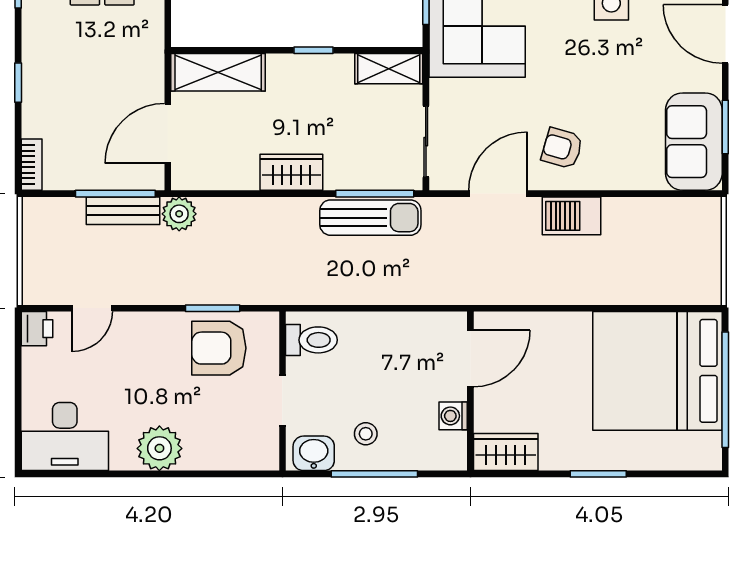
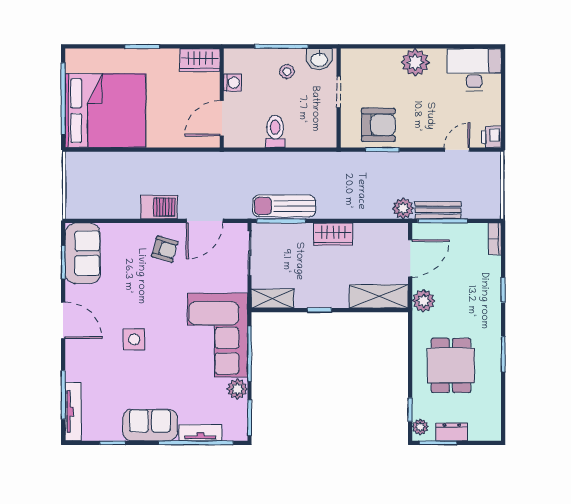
plant: (146, 65) -> (424, 301), added
toilet: (311, 340) -> (275, 132), moved, turned 90

